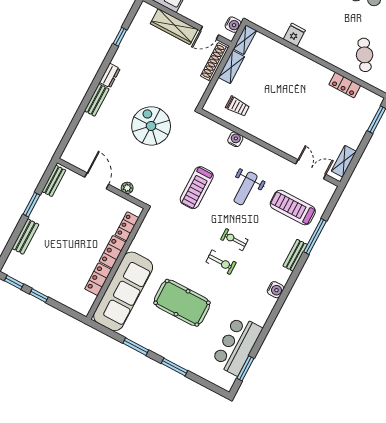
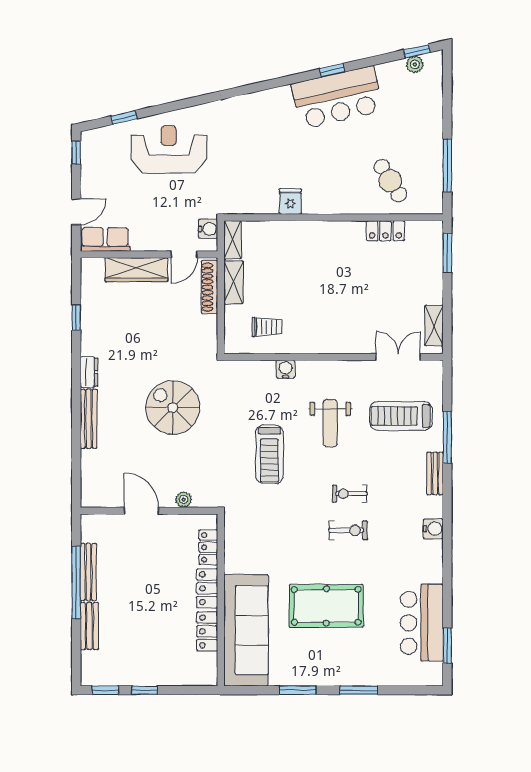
bench: (97, 100) -> (89, 419), width x1.36
bench: (54, 181) -> (88, 572), moved, width x1.36
window: (31, 205) -> (76, 583), width x2.11

